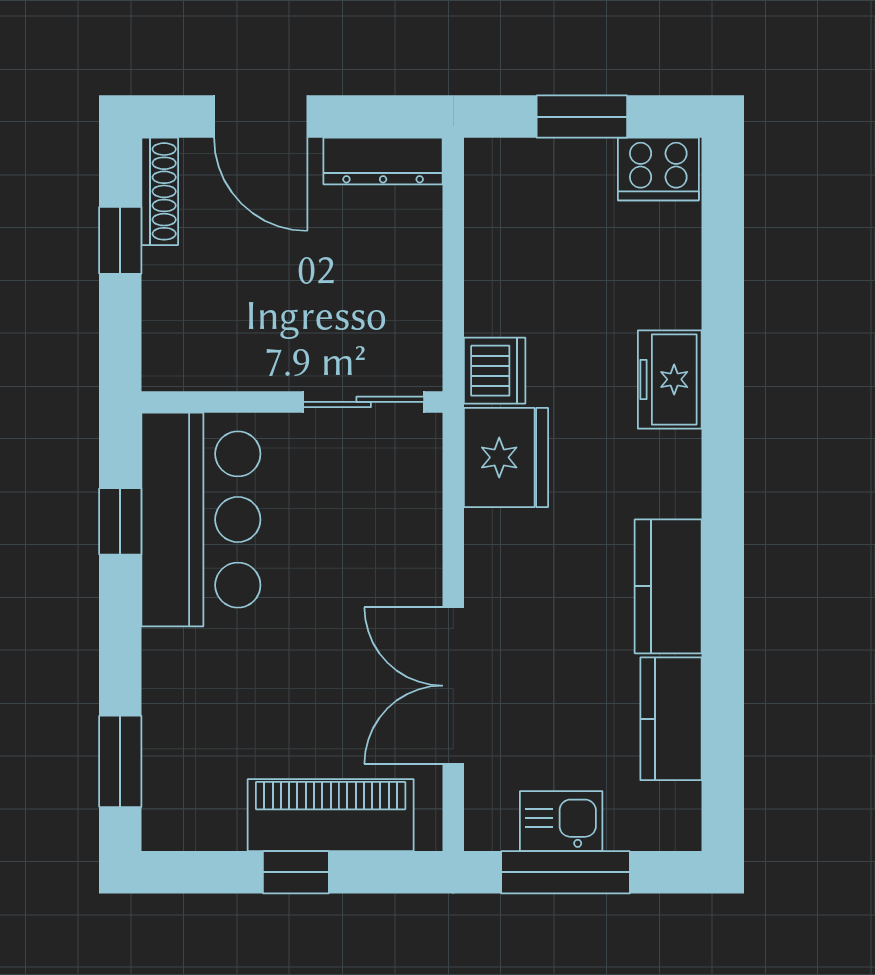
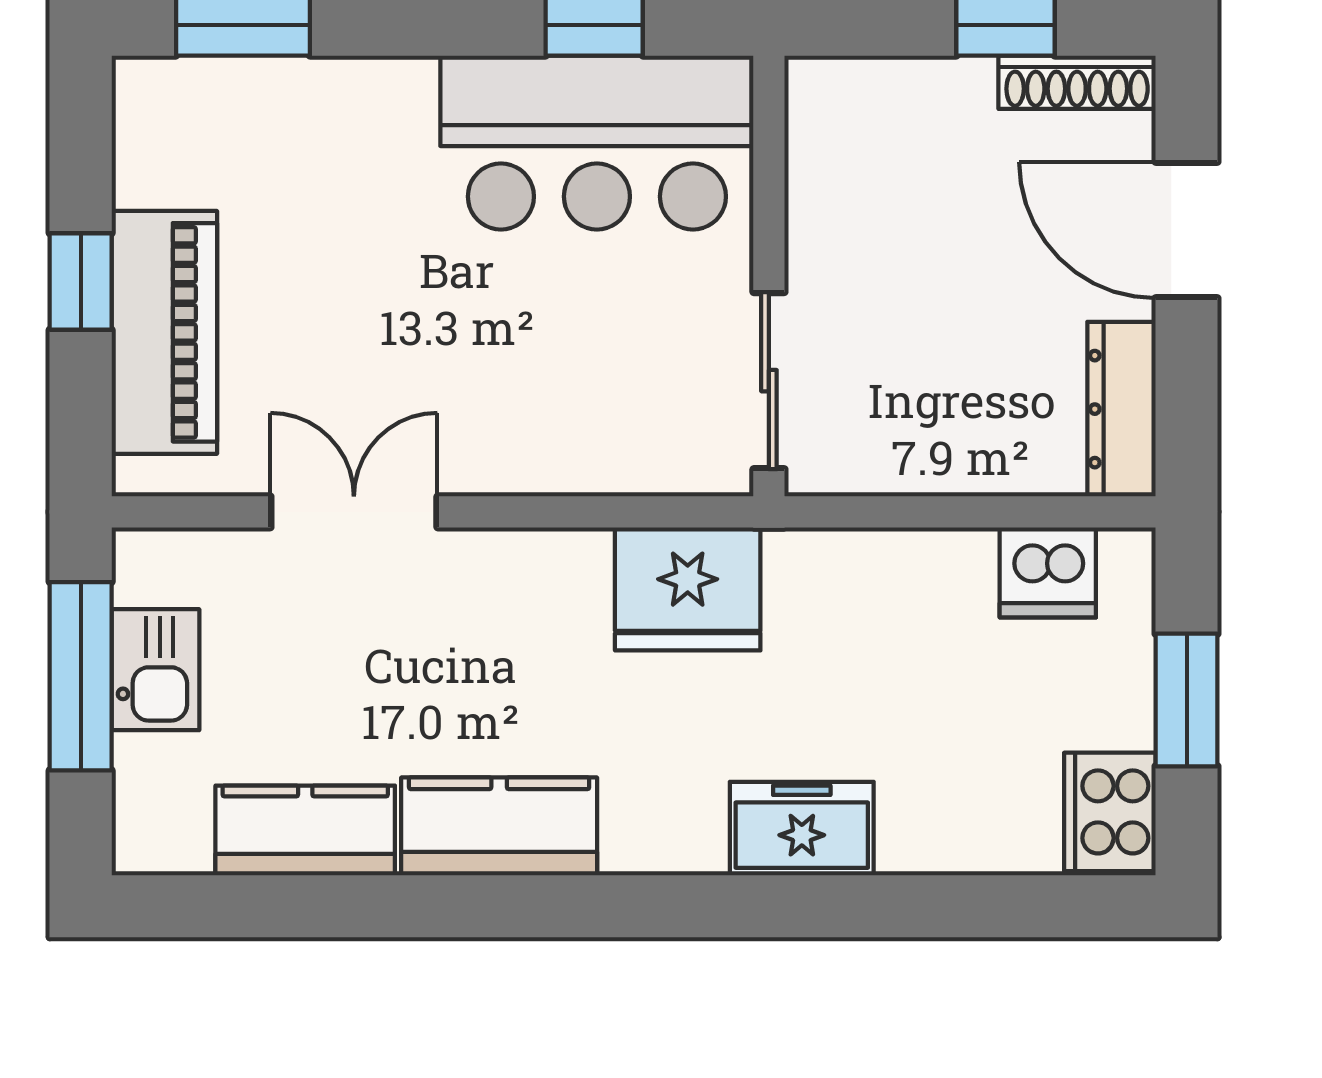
door: (261, 117) -> (1187, 230), hinge flipped
dishwasher: (495, 371) -> (1048, 572), moved
double door: (453, 686) -> (354, 512), width x0.73

